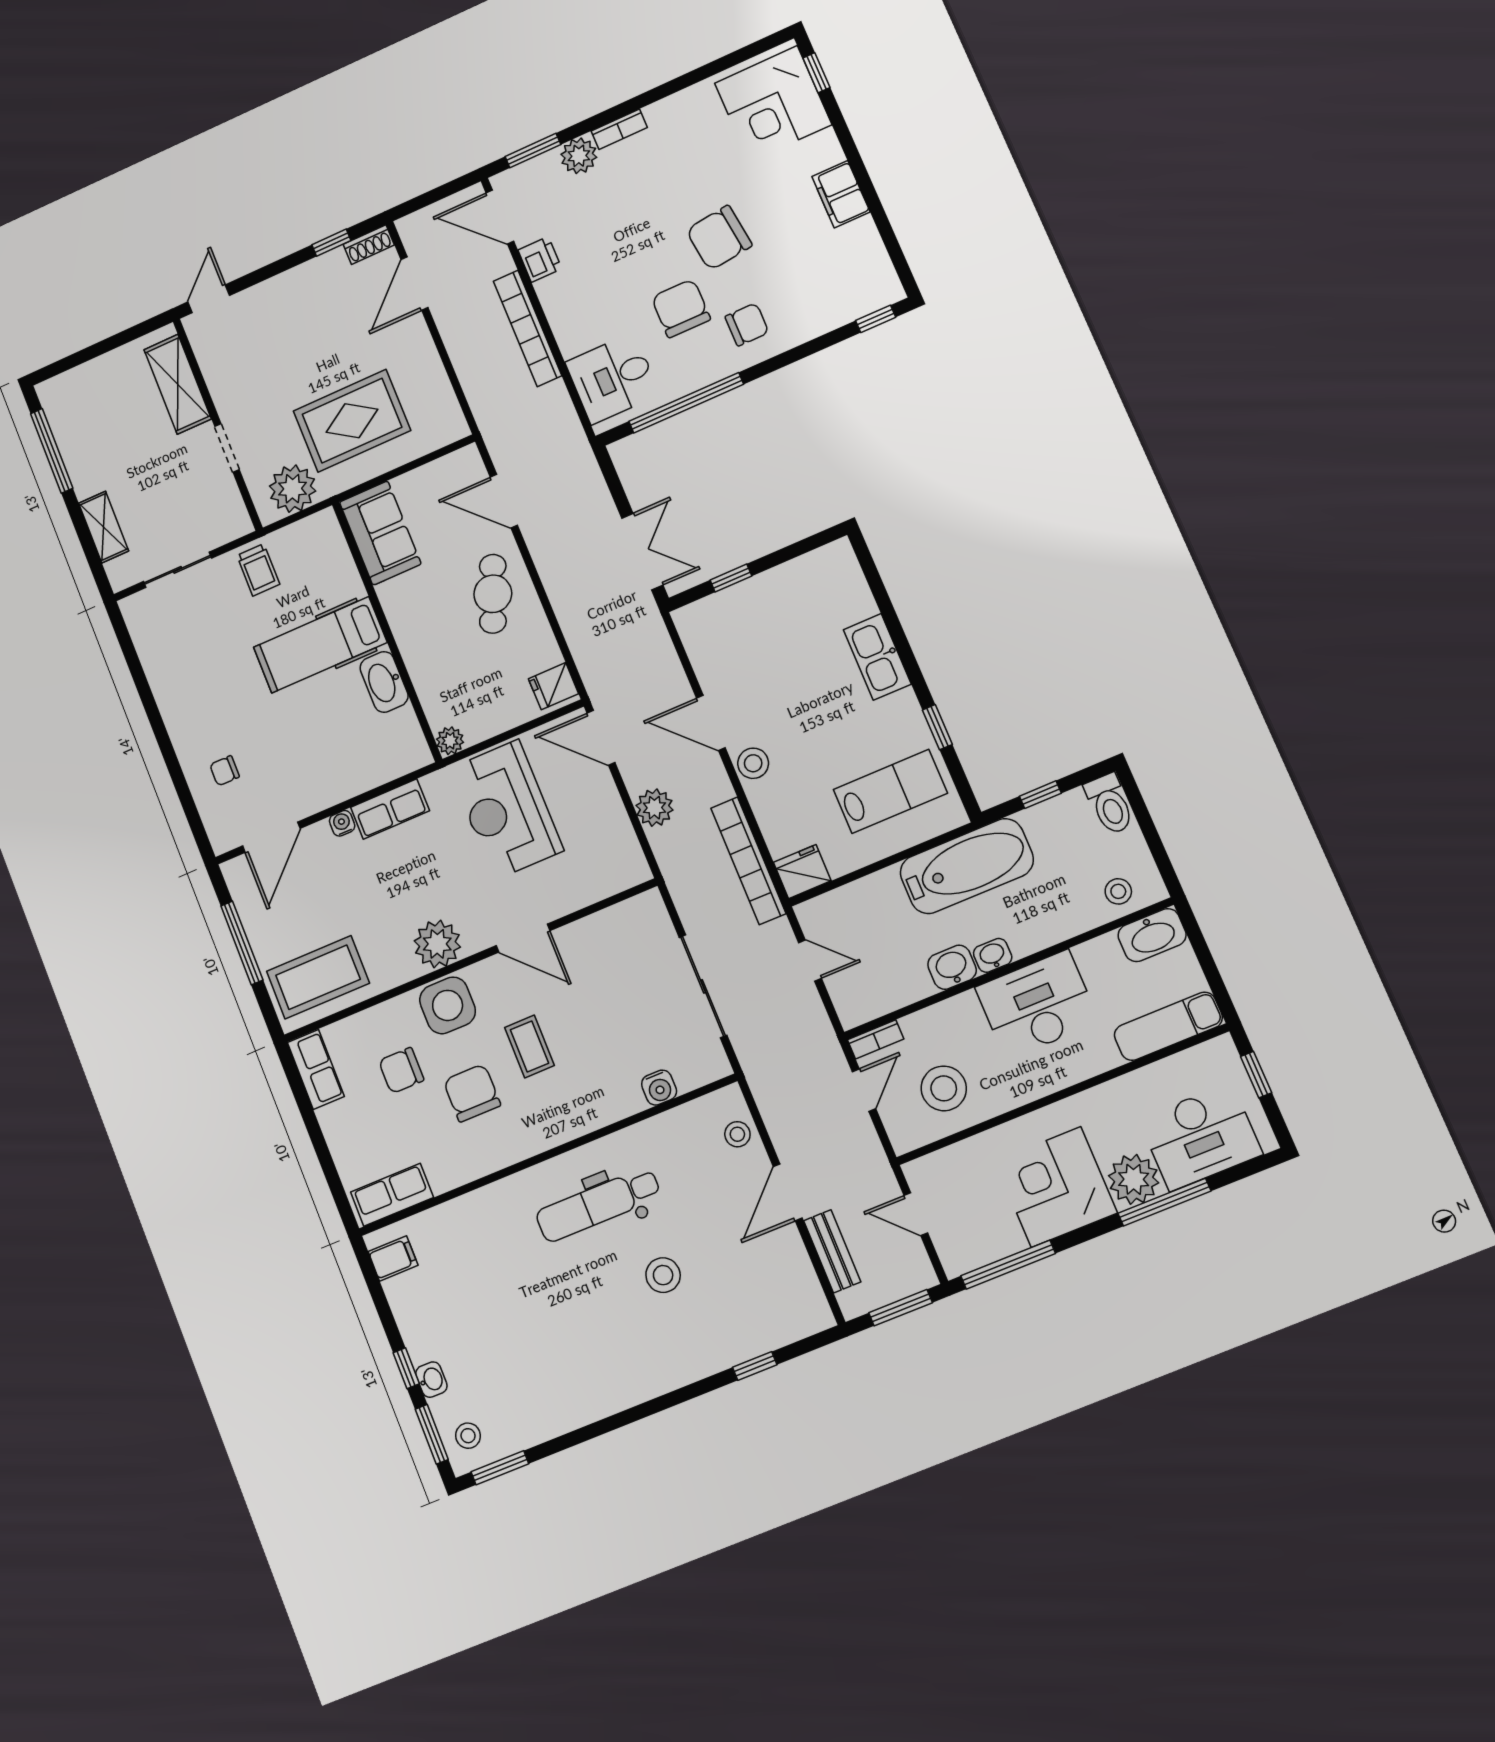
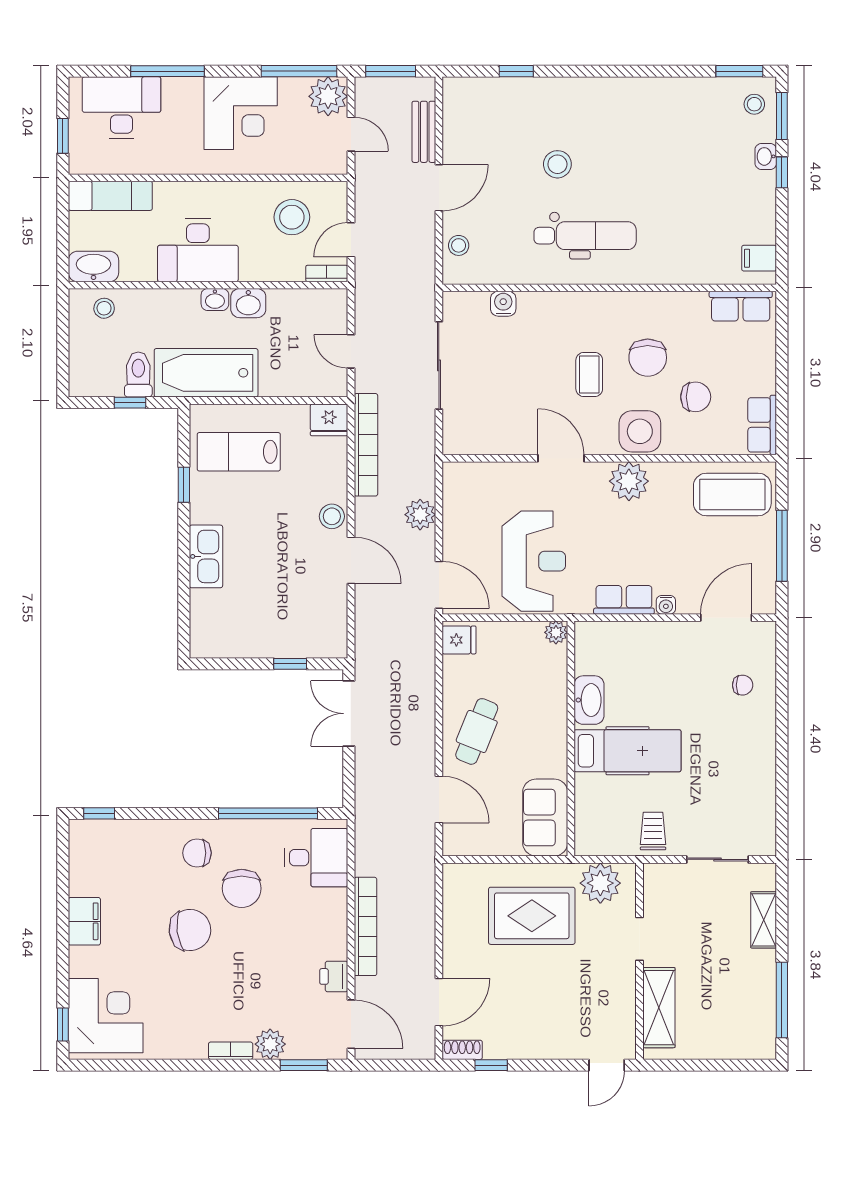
toilet: (1110, 804) -> (138, 374), moved
plant: (1134, 1179) -> (328, 96), moved

